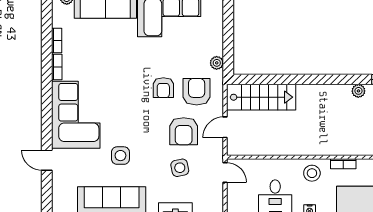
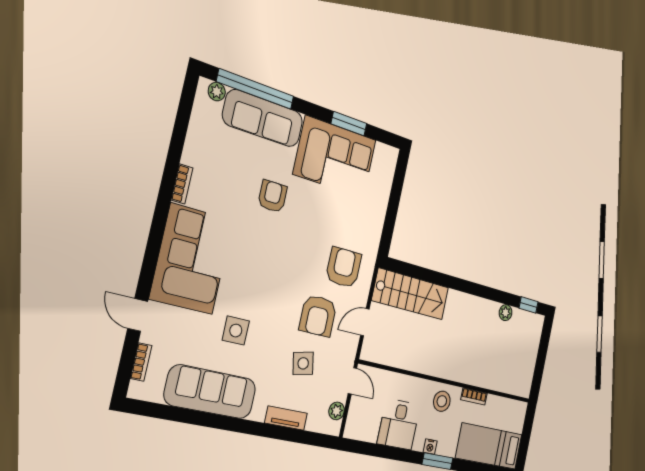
bookcase: (57, 41) -> (141, 362), moved
plant: (217, 63) -> (337, 411), moved
armchair: (163, 88) -> (272, 196), moved, turned 180

